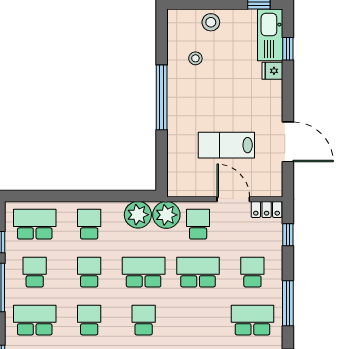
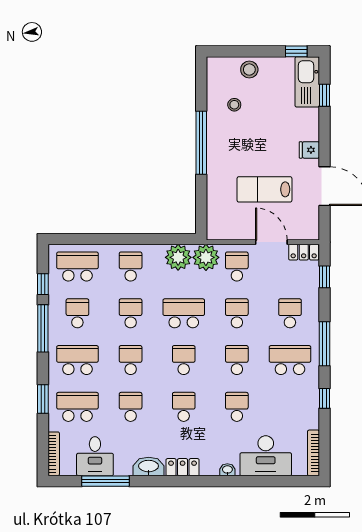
fridge: (272, 71) -> (309, 150), moved
school desk: (198, 272) -> (237, 313), width x0.54
school desk: (198, 320) -> (237, 360), added

